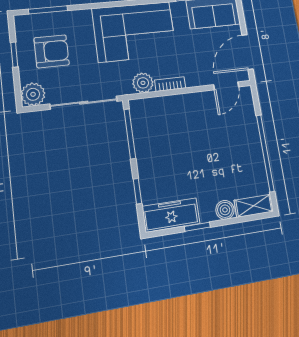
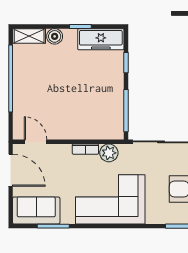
door: (247, 52) -> (11, 170), hinge flipped
door: (226, 86) -> (36, 142), hinge flipped

